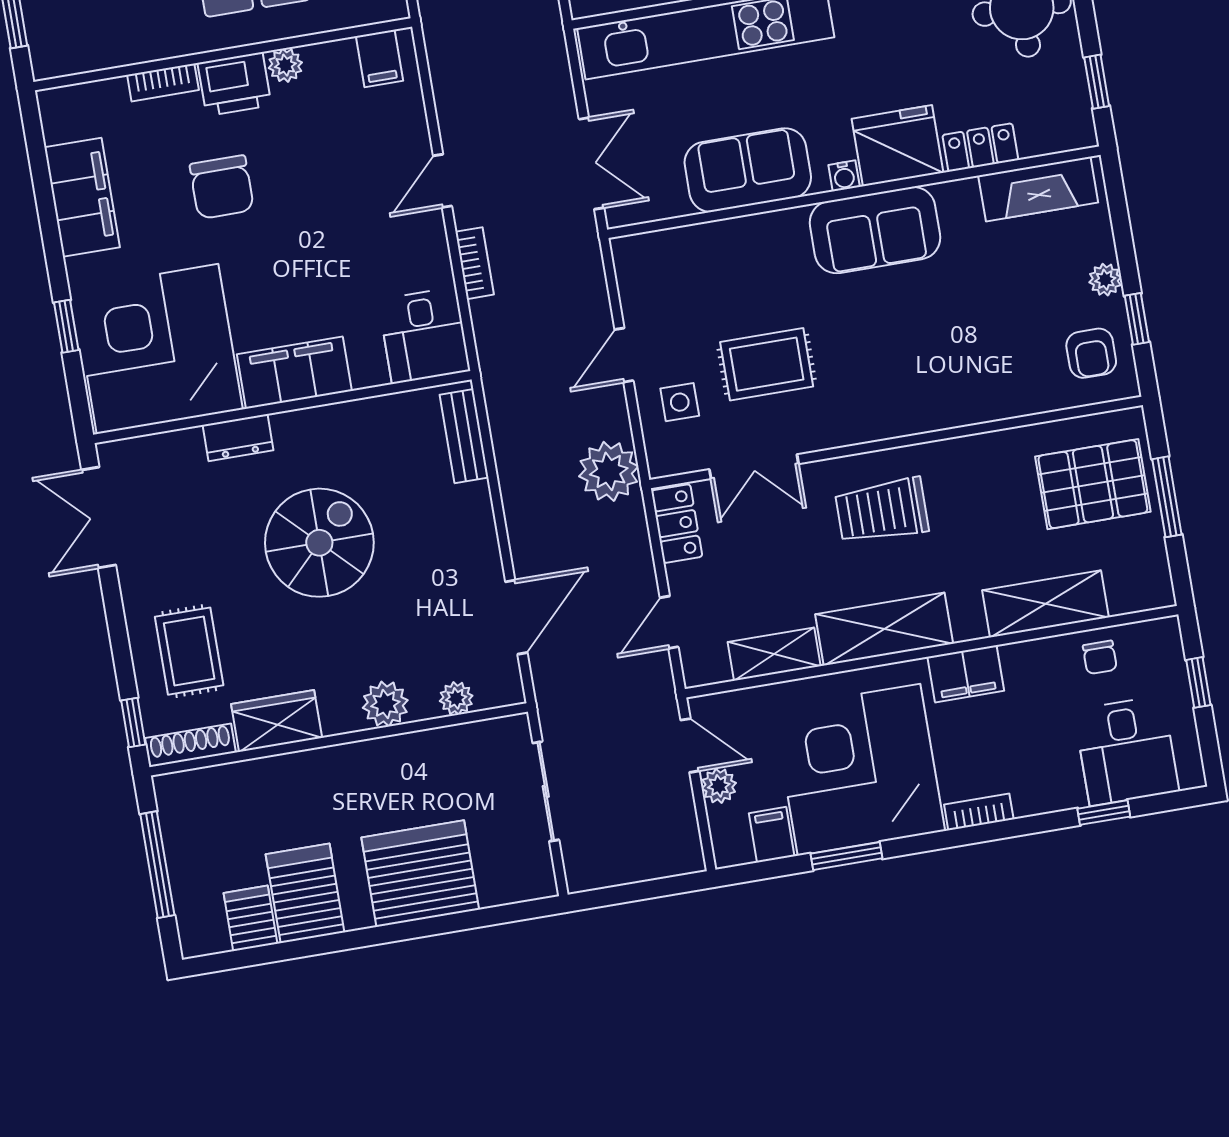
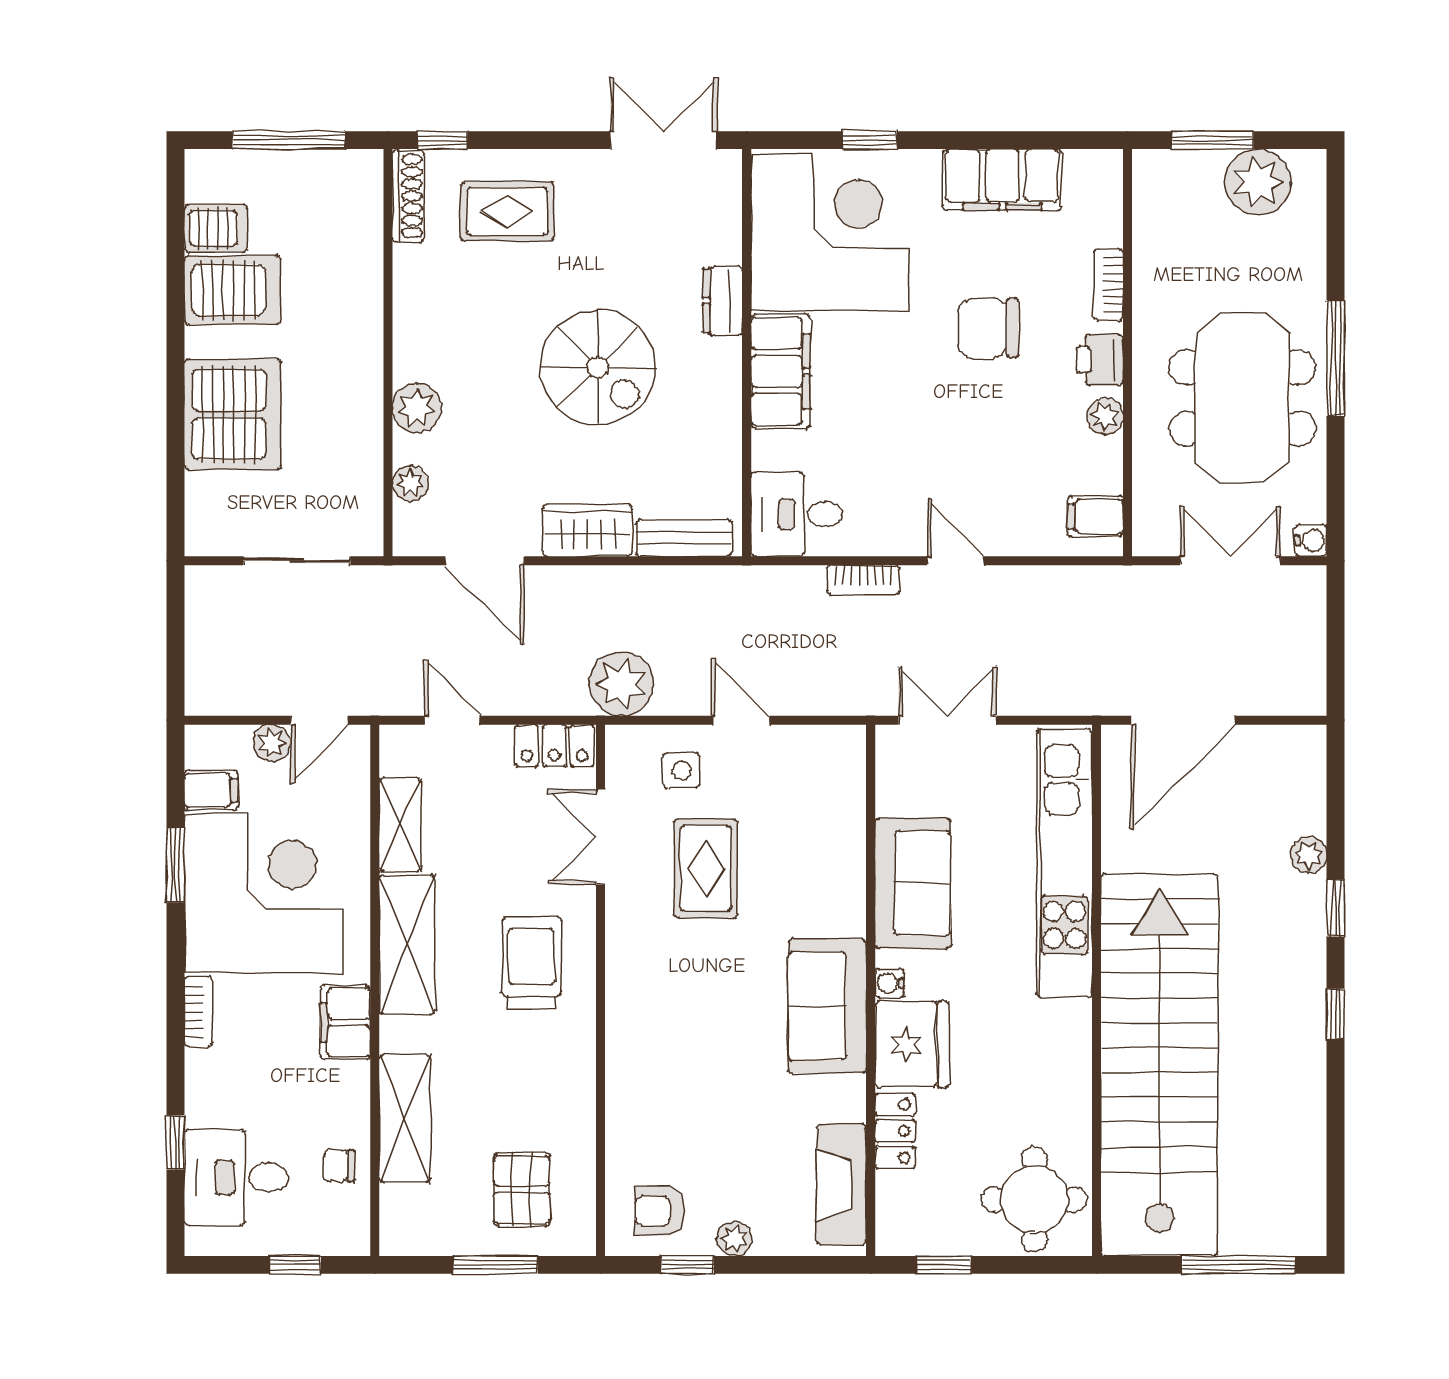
printer: (234, 84) -> (1100, 360), width x0.73, depth x0.81
double door: (592, 163) -> (948, 720), swing flipped
pallet: (1093, 484) -> (522, 1189), width x0.67, depth x0.71
wardrobe: (277, 721) -> (588, 530), moved, turned -90

